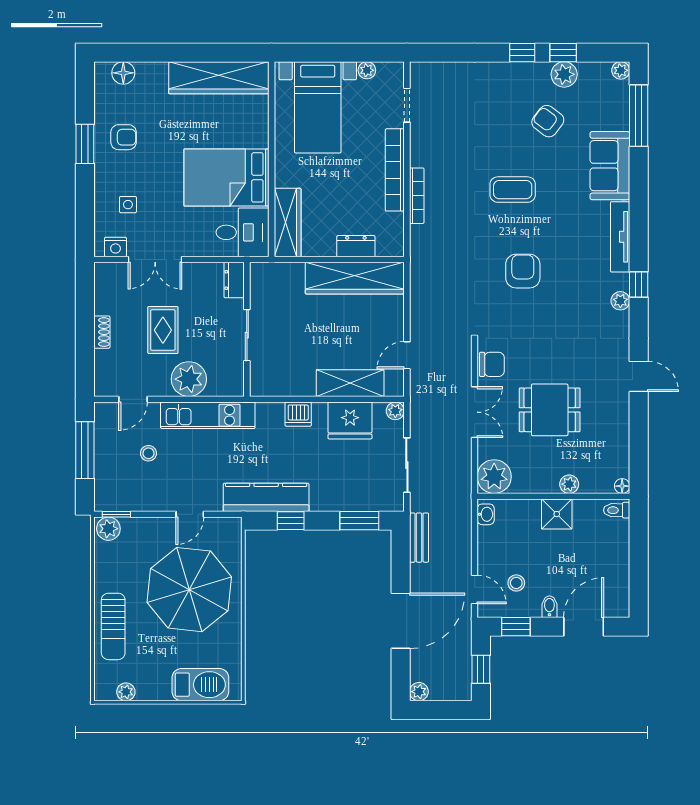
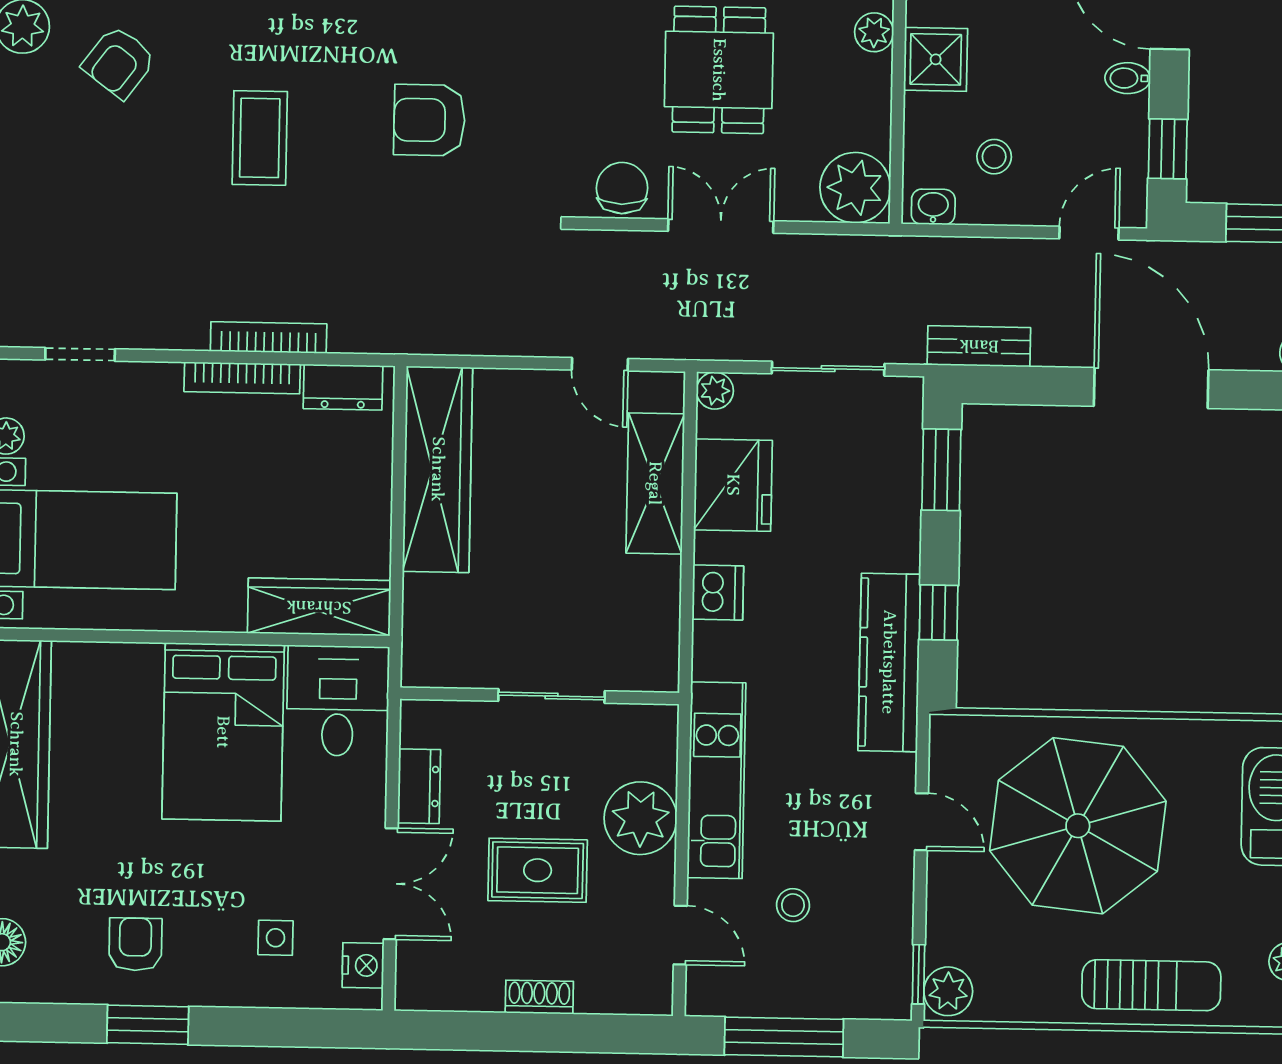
bookcase: (395, 170) -> (242, 378), width x0.68, depth x0.76
dresser: (356, 246) -> (343, 387), moved, turned -90
dresser: (234, 280) -> (419, 786), moved, turned -90
stool: (516, 583) -> (994, 157), moved

